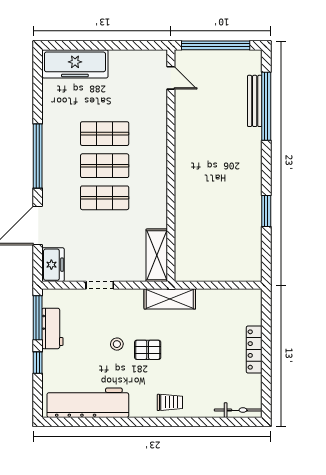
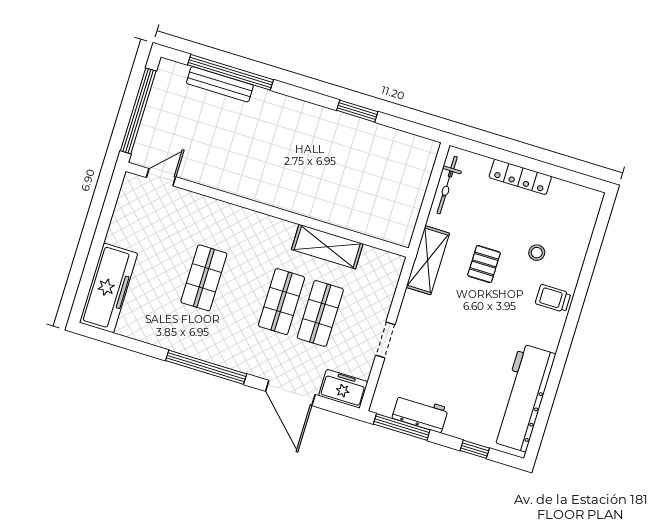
shop shelf: (105, 166) -> (320, 313), moved
shelving: (157, 255) -> (327, 247), moved
stool: (117, 344) -> (537, 253), moved
pallet: (148, 350) -> (484, 264), moved
window: (38, 363) -> (475, 449), moved
trolley: (170, 402) -> (553, 298), turned -90
bicycle: (238, 410) -> (447, 185), moved, turned 180

